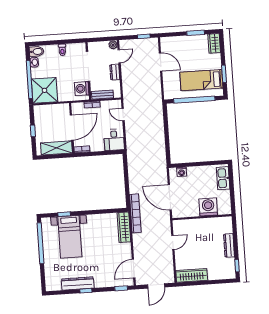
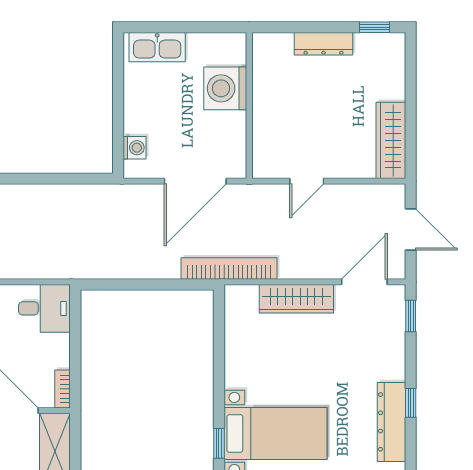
wardrobe: (124, 227) -> (296, 299), moved
door: (173, 242) -> (307, 181), swing flipped
door: (134, 269) -> (364, 282), swing flipped

